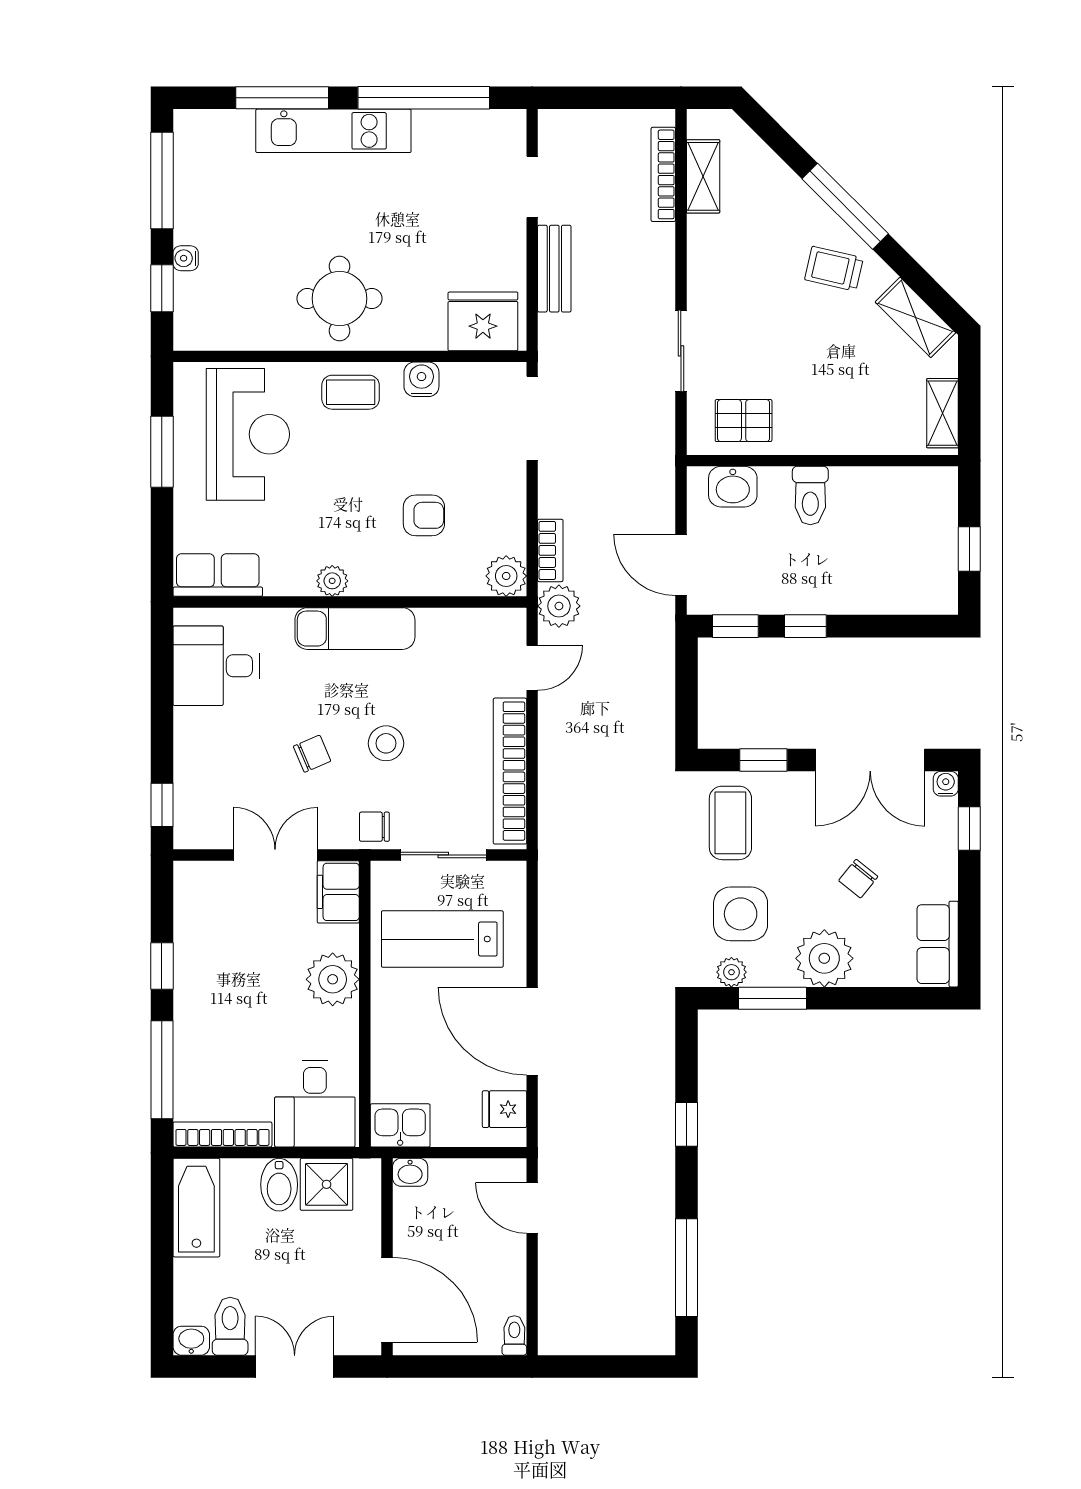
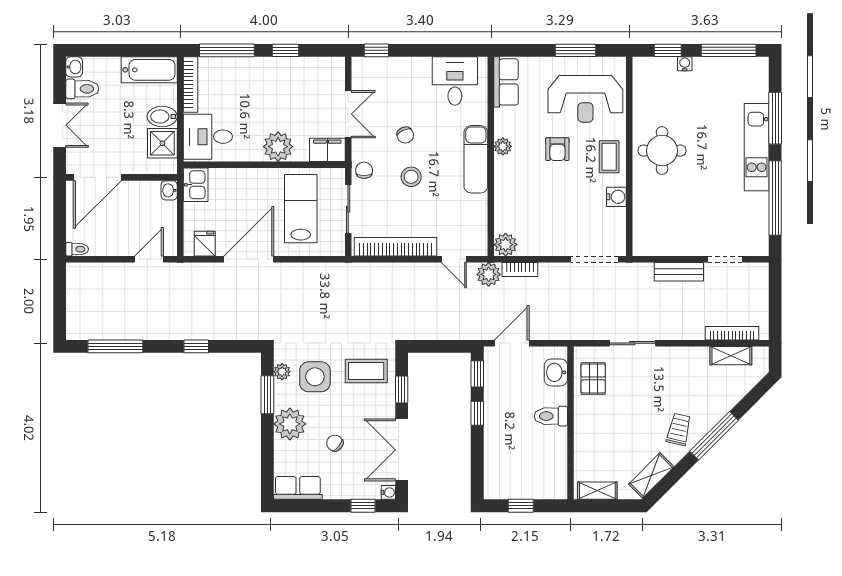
fridge: (483, 321) -> (649, 231), removed
armchair: (424, 515) -> (557, 149), moved

